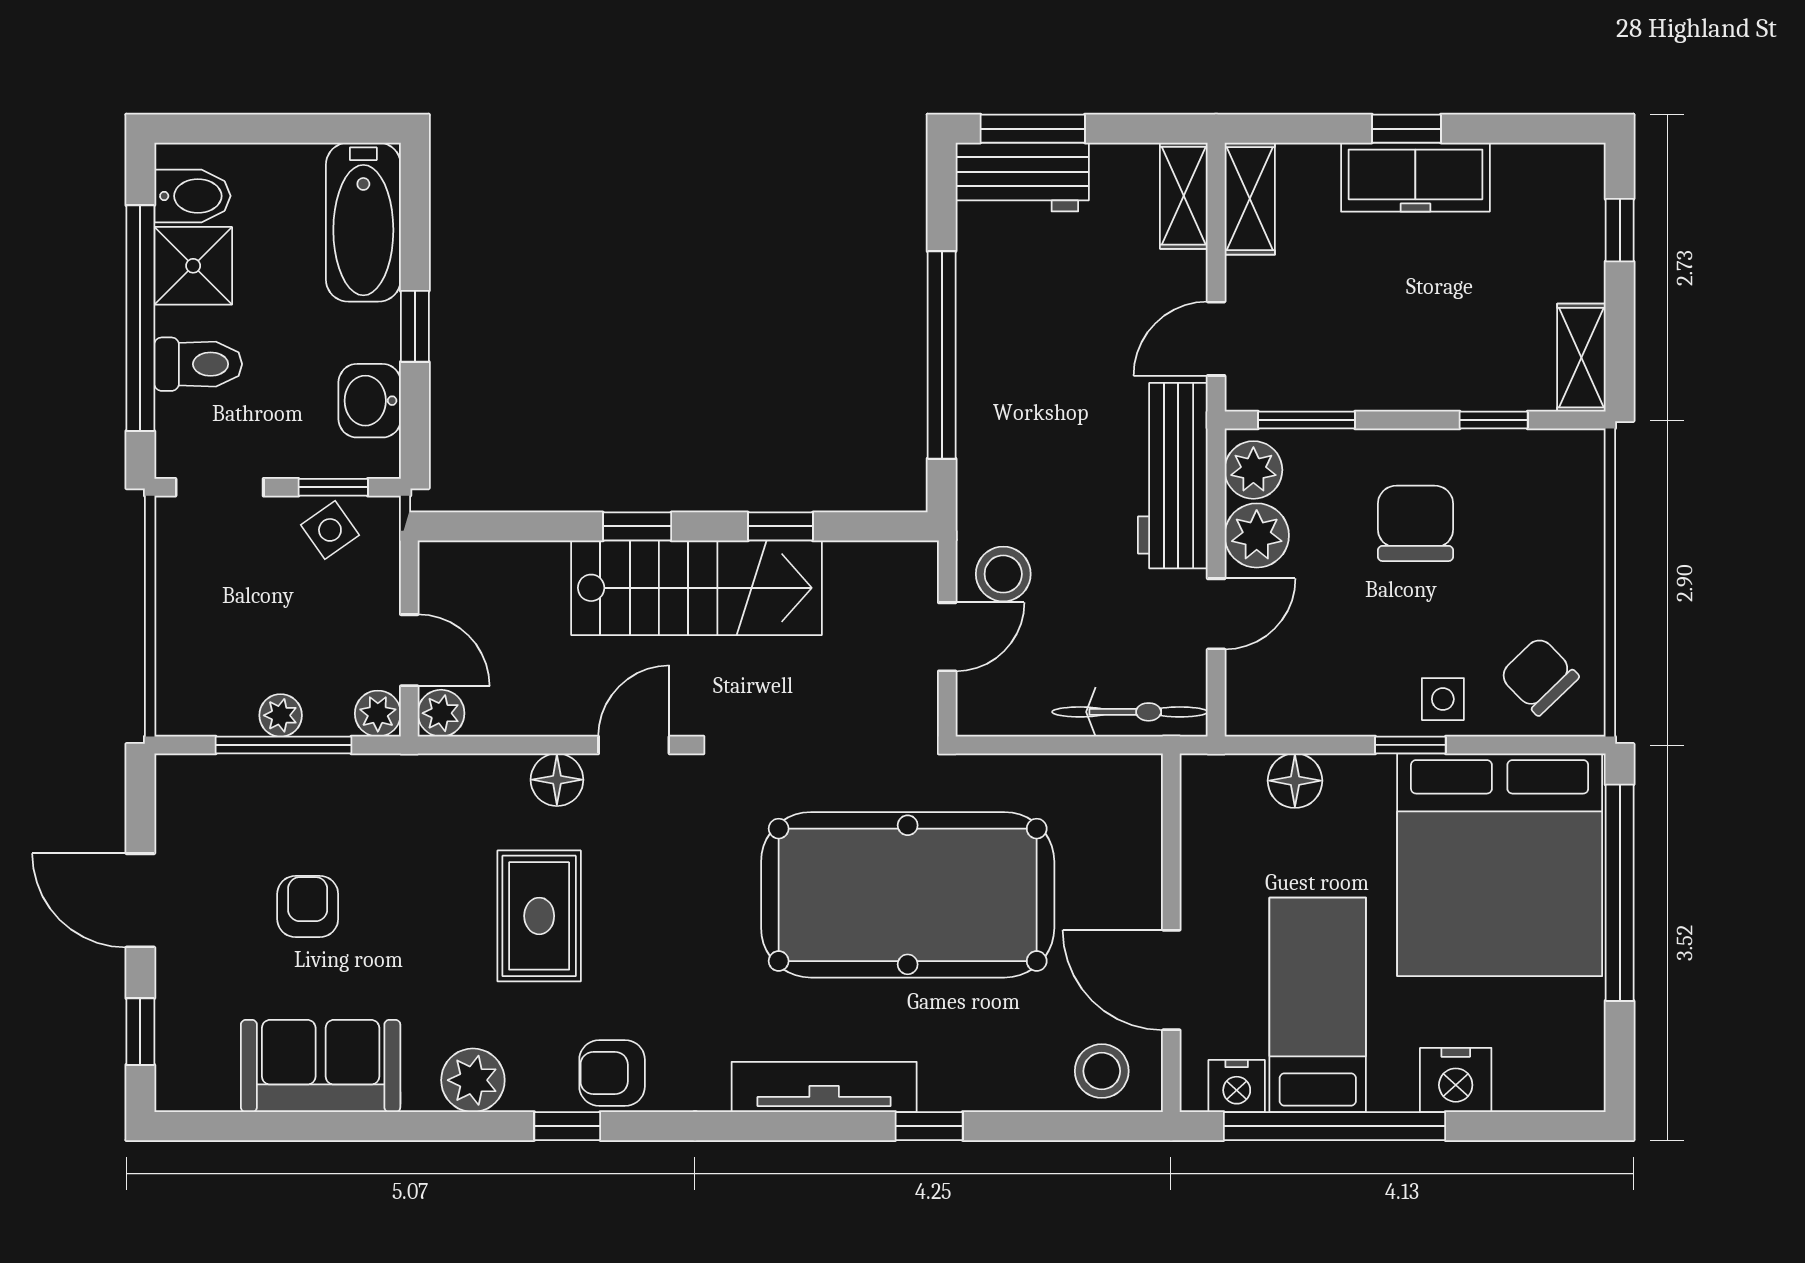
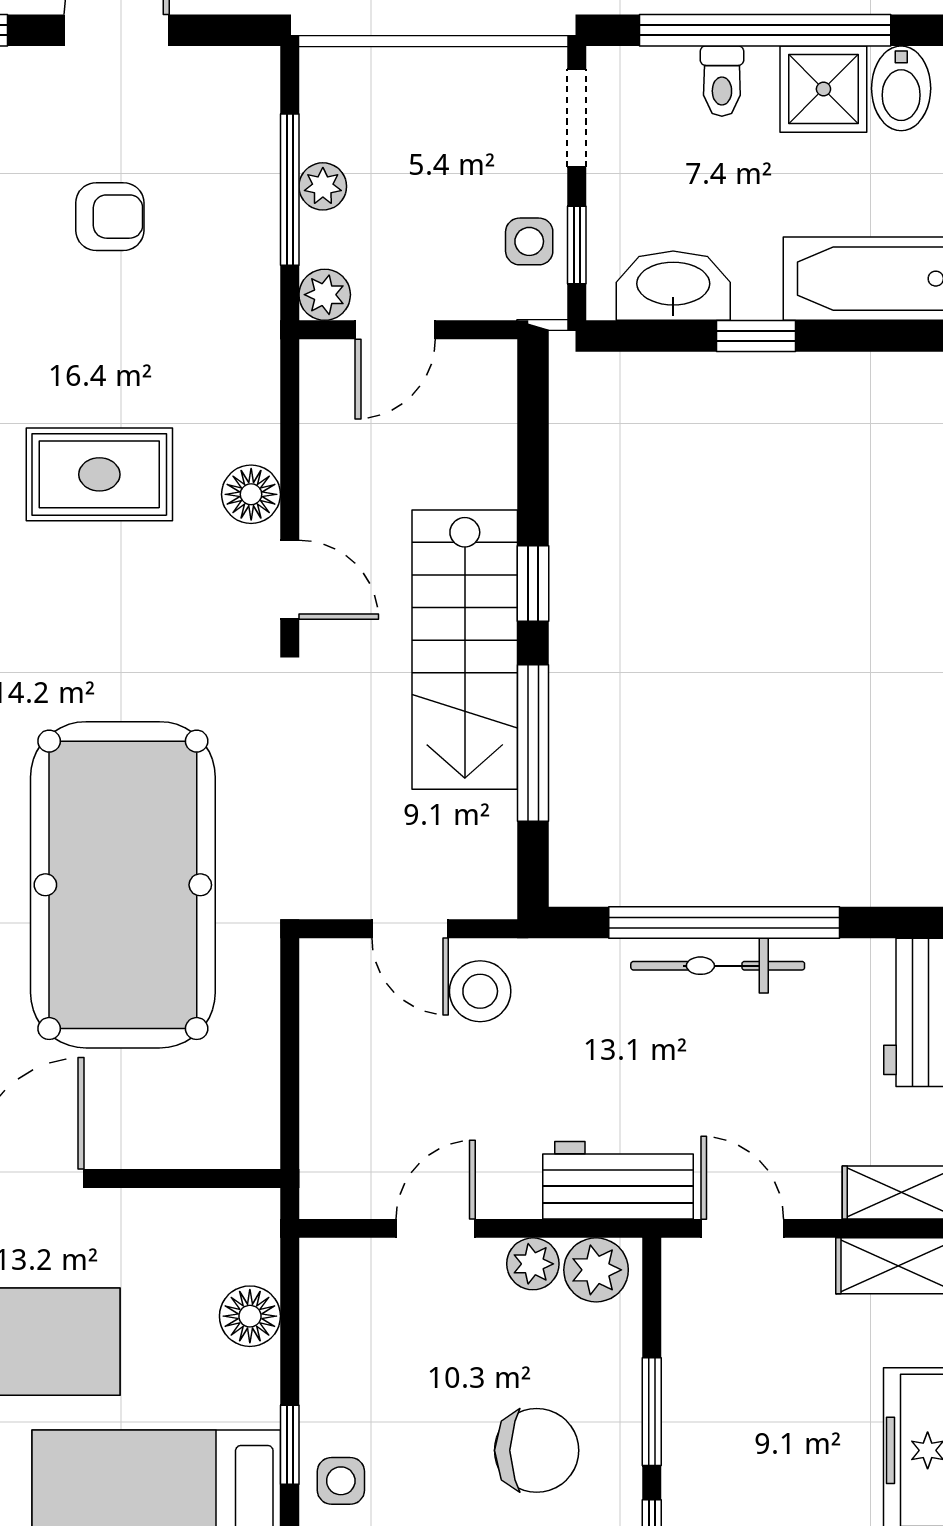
toilet: (198, 364) -> (722, 81), width x0.73, depth x0.72
washbasin: (370, 401) -> (673, 286), width x1.38
window: (1306, 420) -> (652, 1412), moved
workbench: (1173, 476) -> (618, 1180), width x0.73
window: (780, 526) -> (533, 743), width x2.17
side table: (330, 530) -> (529, 241), turned 35
plant: (1257, 535) -> (533, 1264), width x0.73, depth x0.73
door: (1216, 614) -> (436, 1228), swing flipped
bicycle: (1130, 712) -> (718, 966), moved, turned 90
plant: (441, 713) -> (325, 365), removed

